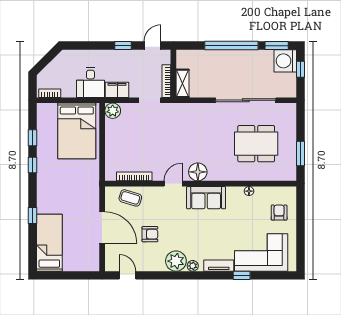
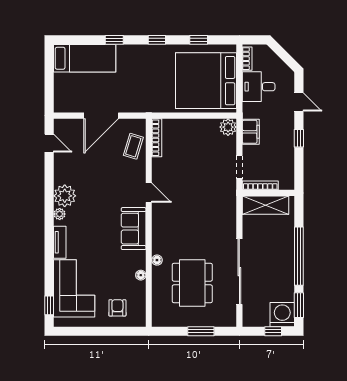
door: (152, 46) -> (299, 102), moved
desk: (90, 83) -> (259, 87), moved
shelving: (182, 83) -> (265, 205), width x1.50, depth x1.33
bed: (77, 131) -> (206, 81), width x1.36
window: (301, 153) -> (201, 331), moved
window: (32, 165) -> (157, 40), moved
floor lamp: (198, 172) -> (157, 260), moved, width x0.53, depth x0.53
bookcase: (134, 176) -> (157, 138), moved
armchair: (279, 213) -> (117, 308), turned -90
armchair: (150, 234) -> (94, 168), removed
door: (127, 275) -> (49, 143), hinge flipped
window: (242, 275) -> (49, 305), moved

